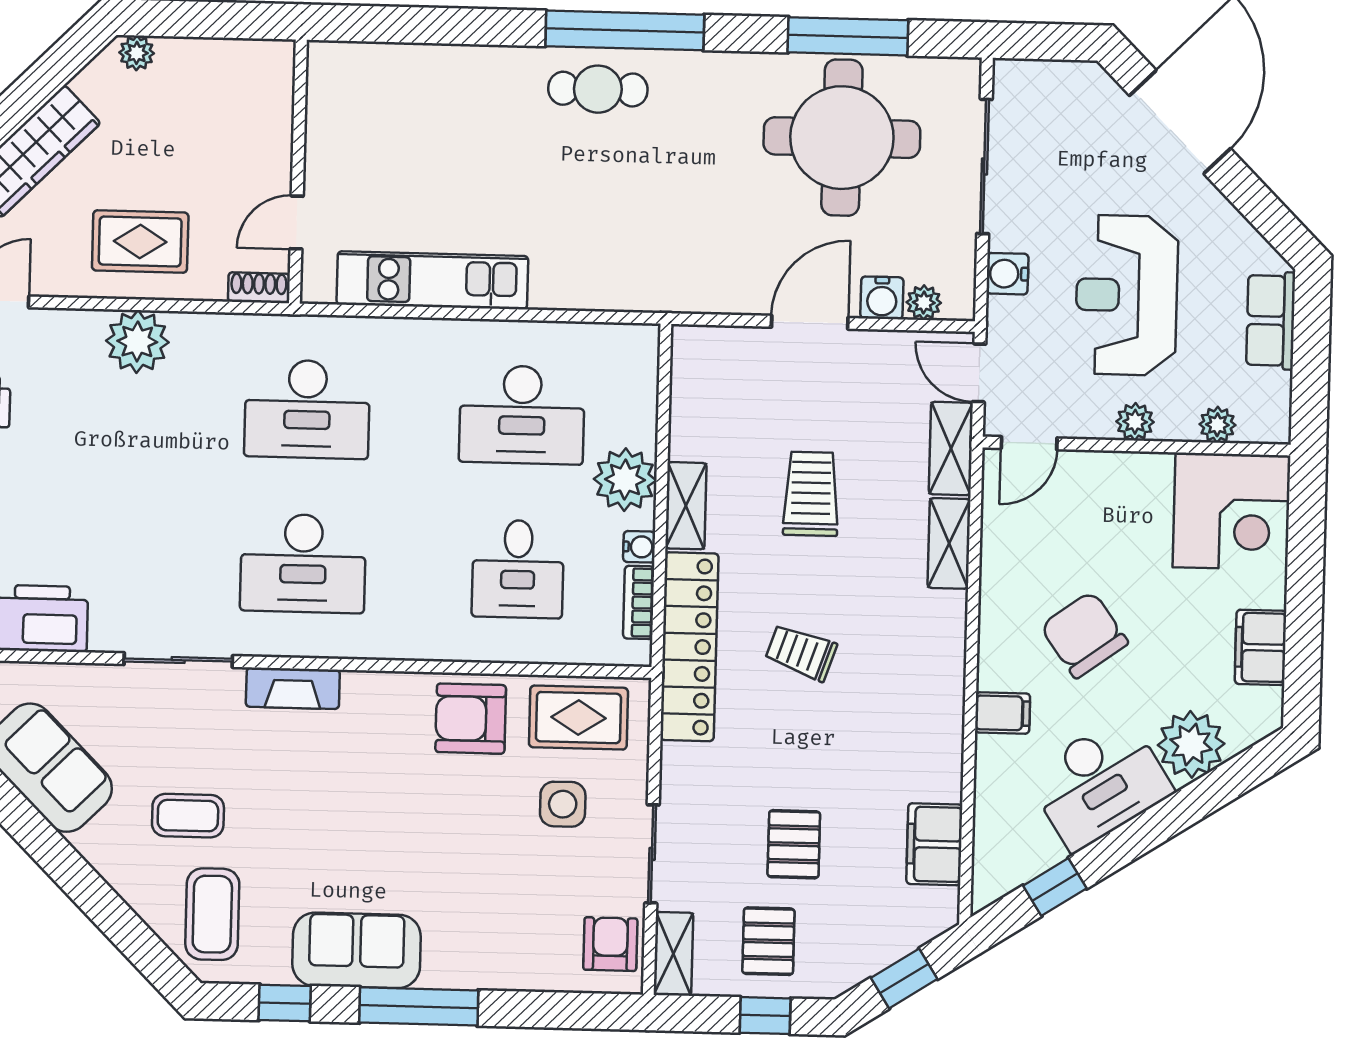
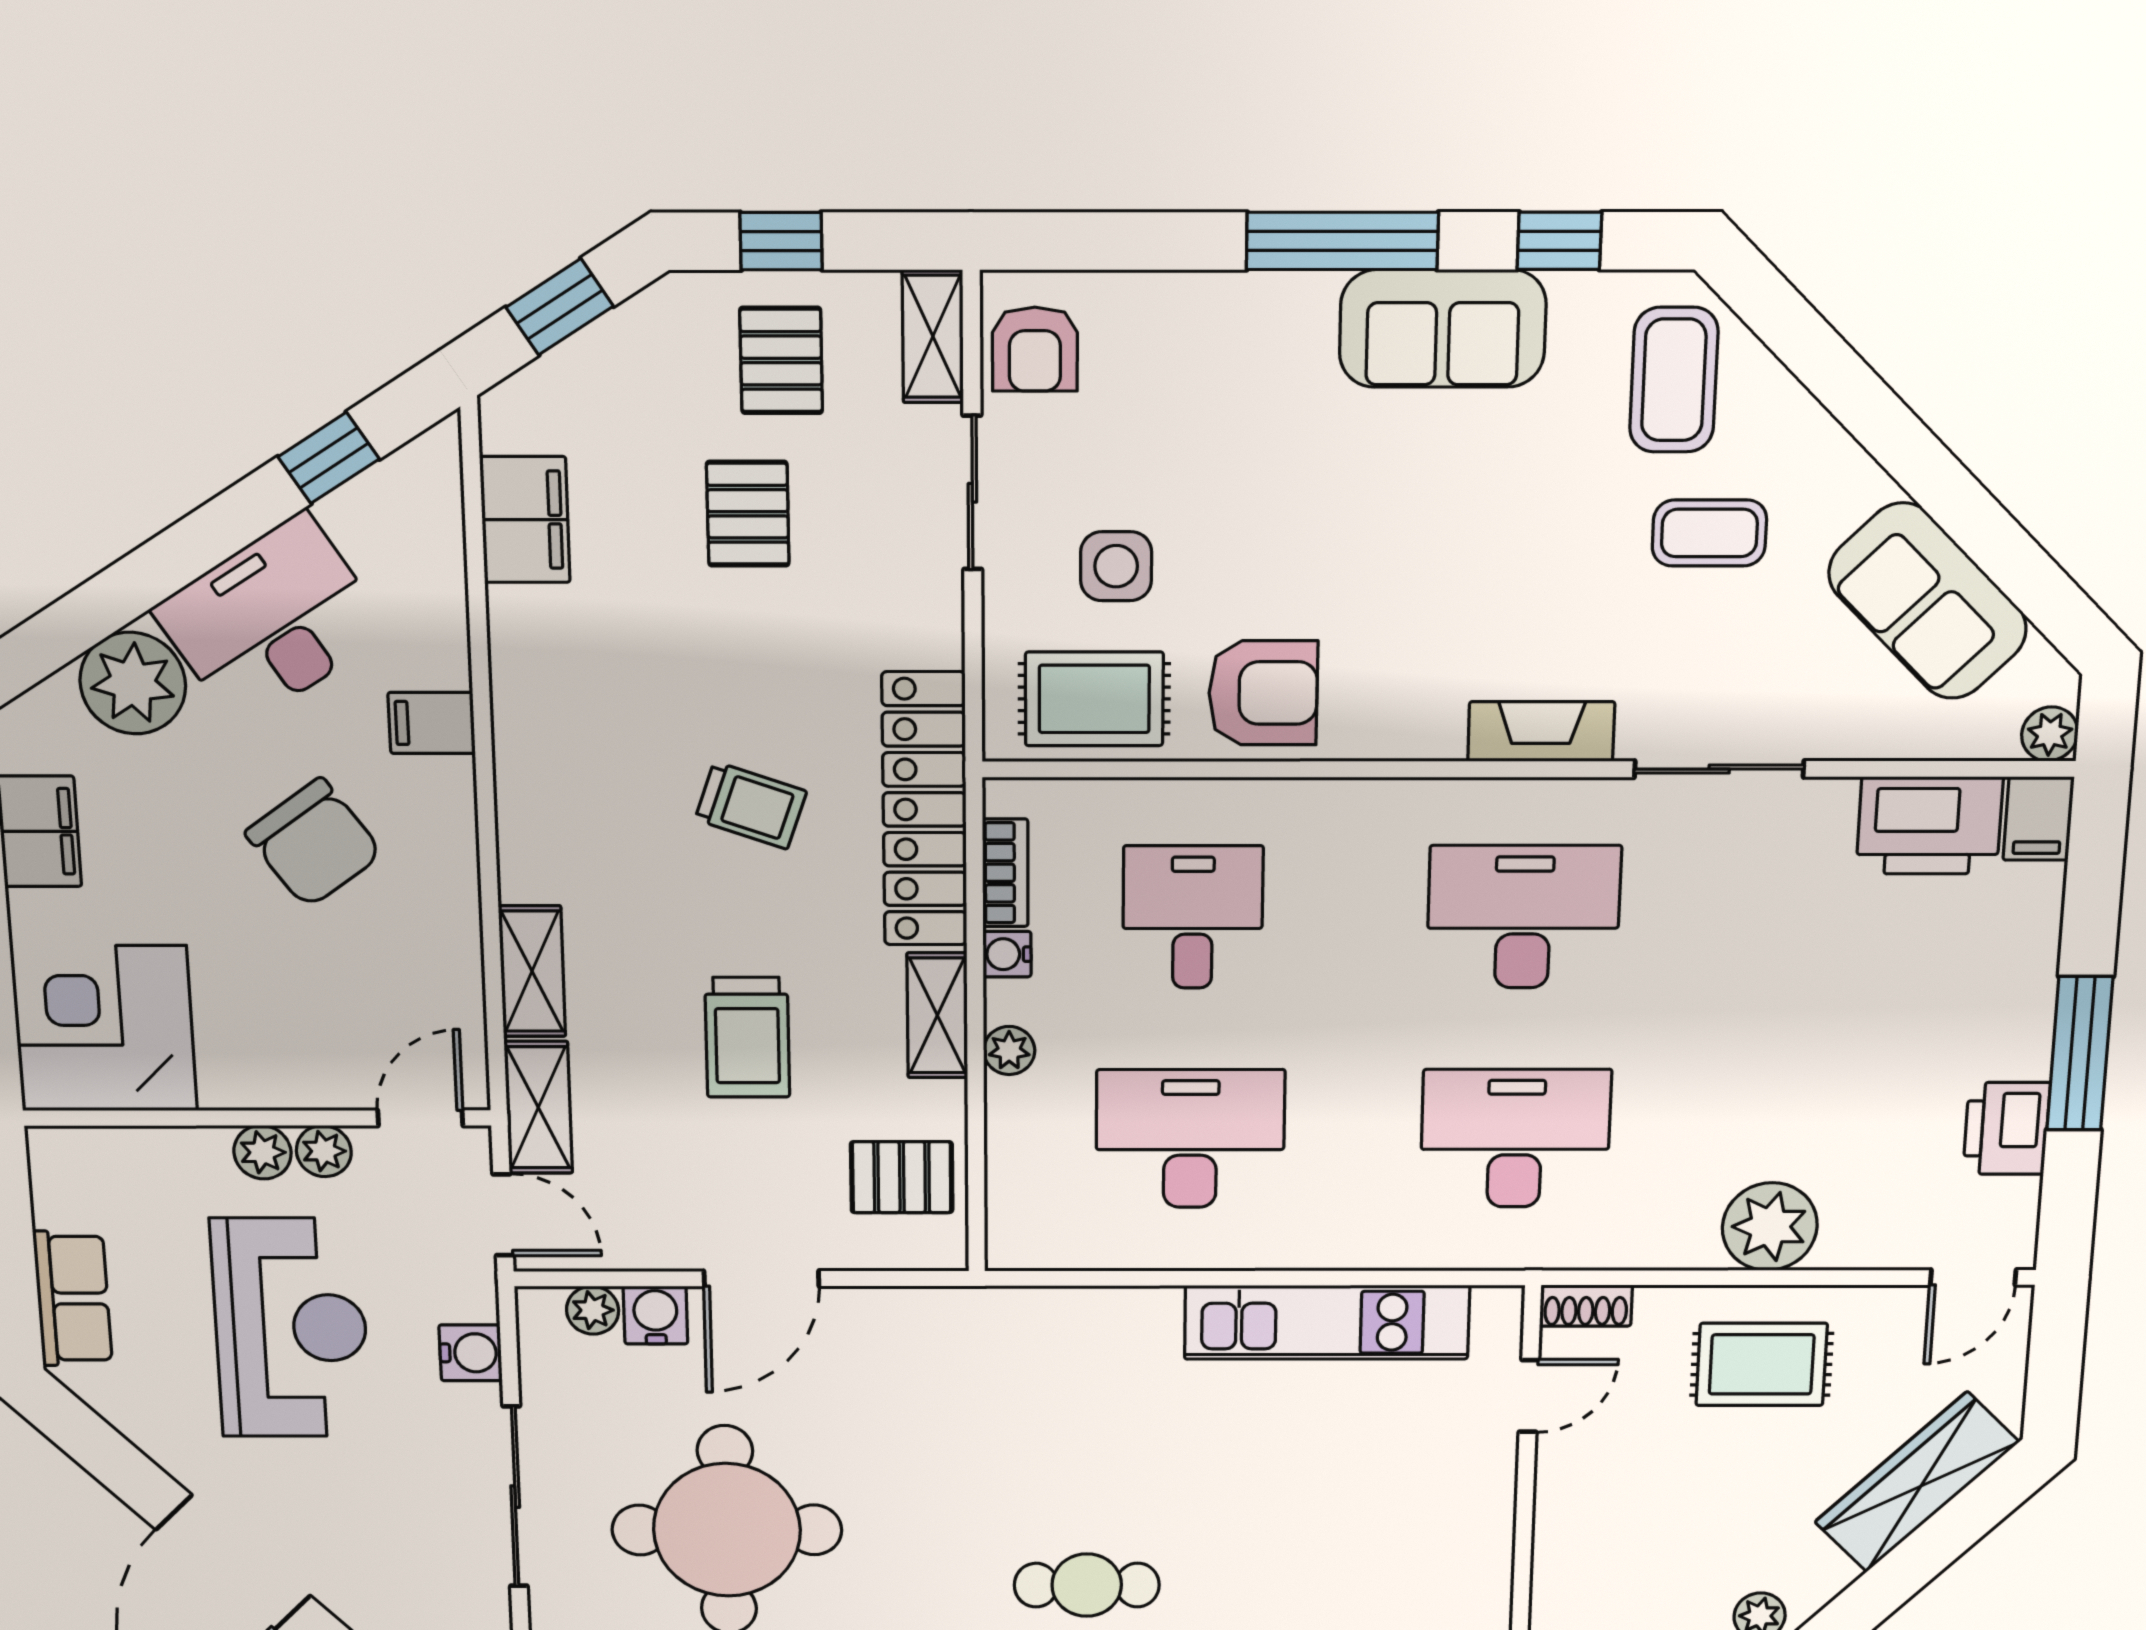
pallet: (713, 393) -> (902, 1177), added
plant: (1217, 425) -> (324, 1151), moved
plant: (625, 480) -> (1009, 1051), width x0.53, depth x0.53

